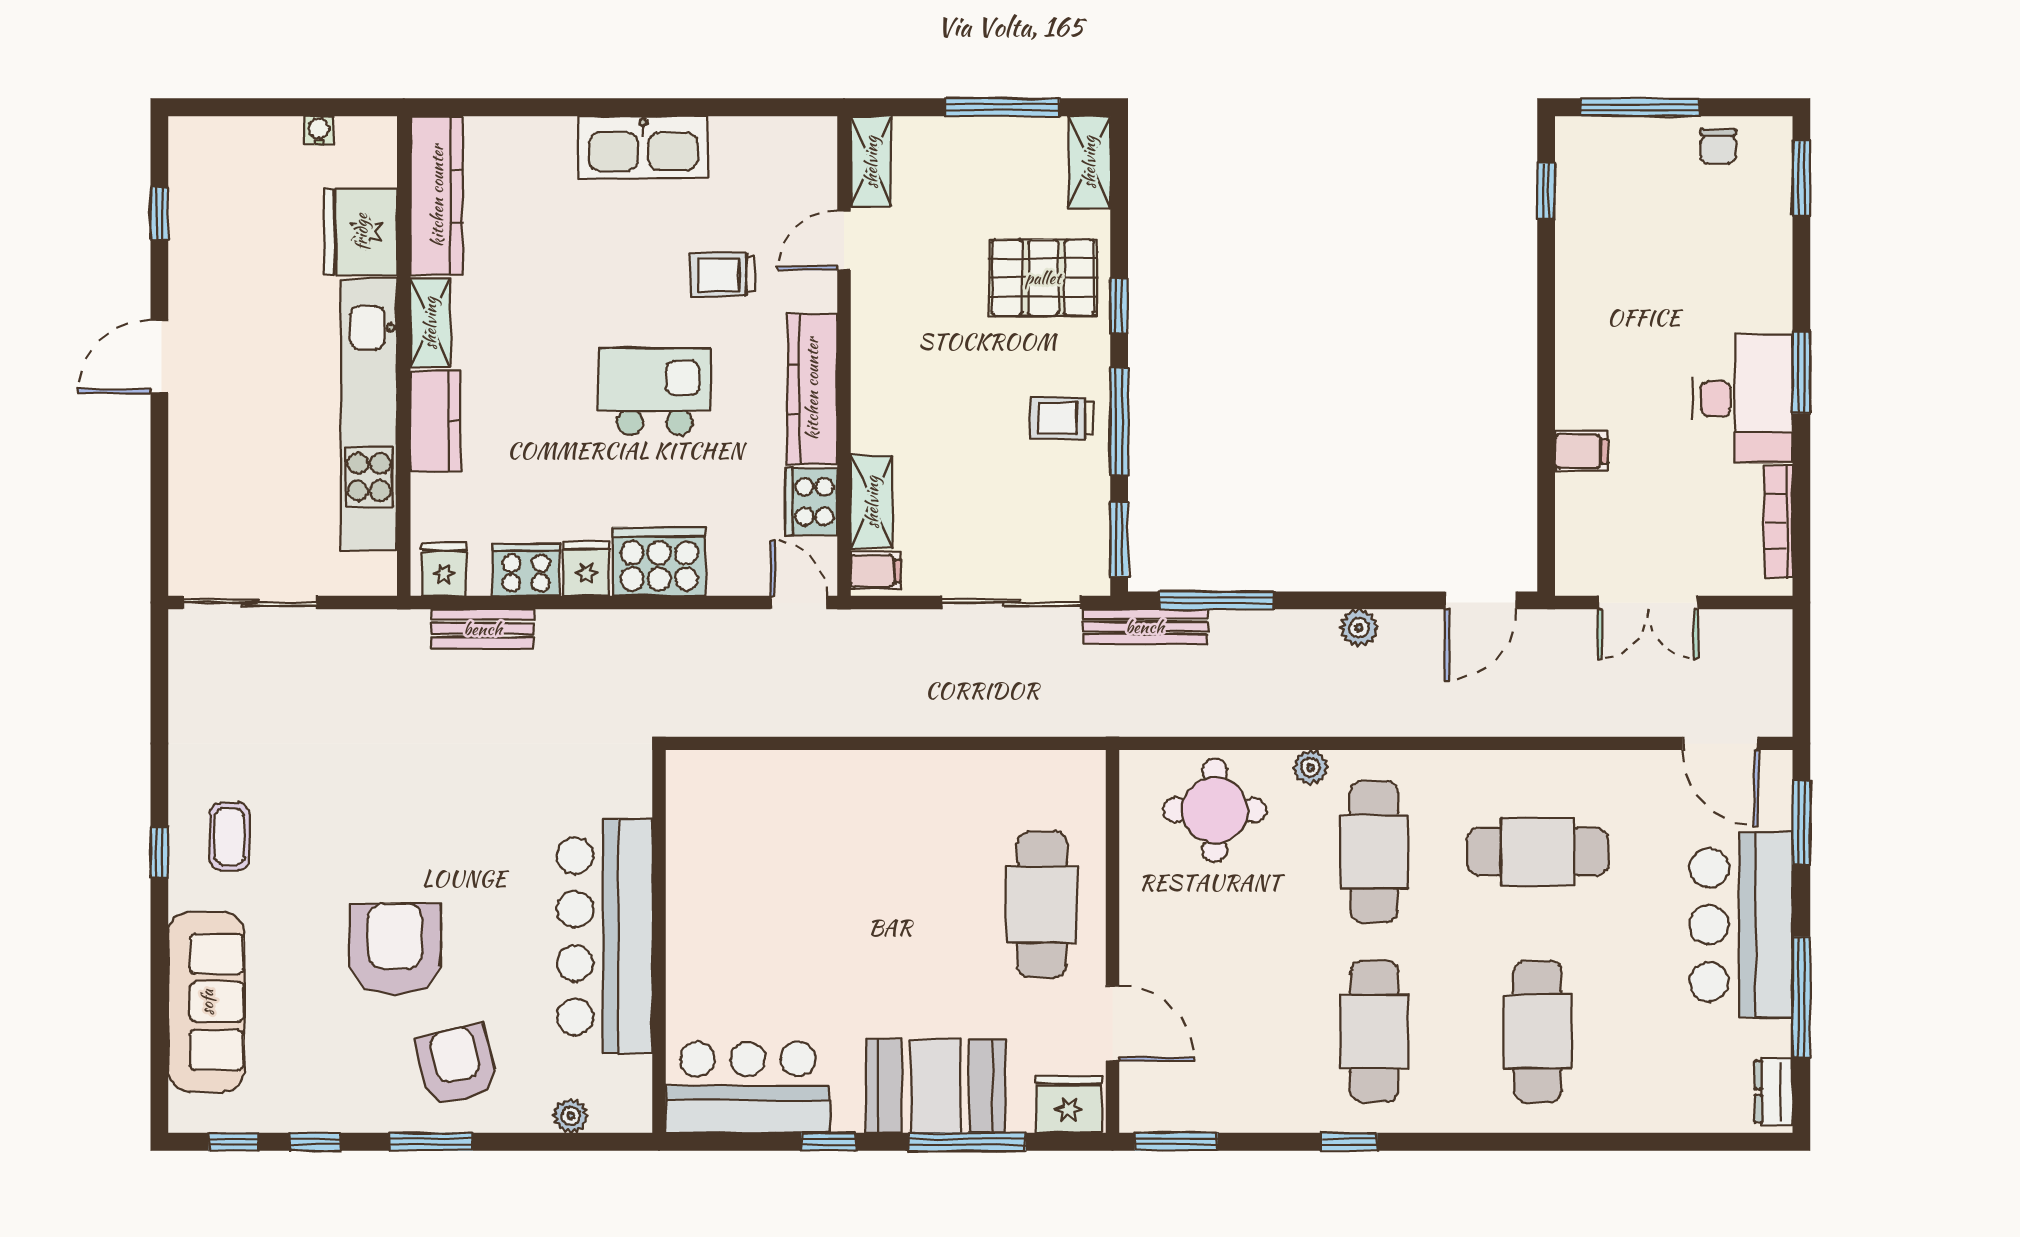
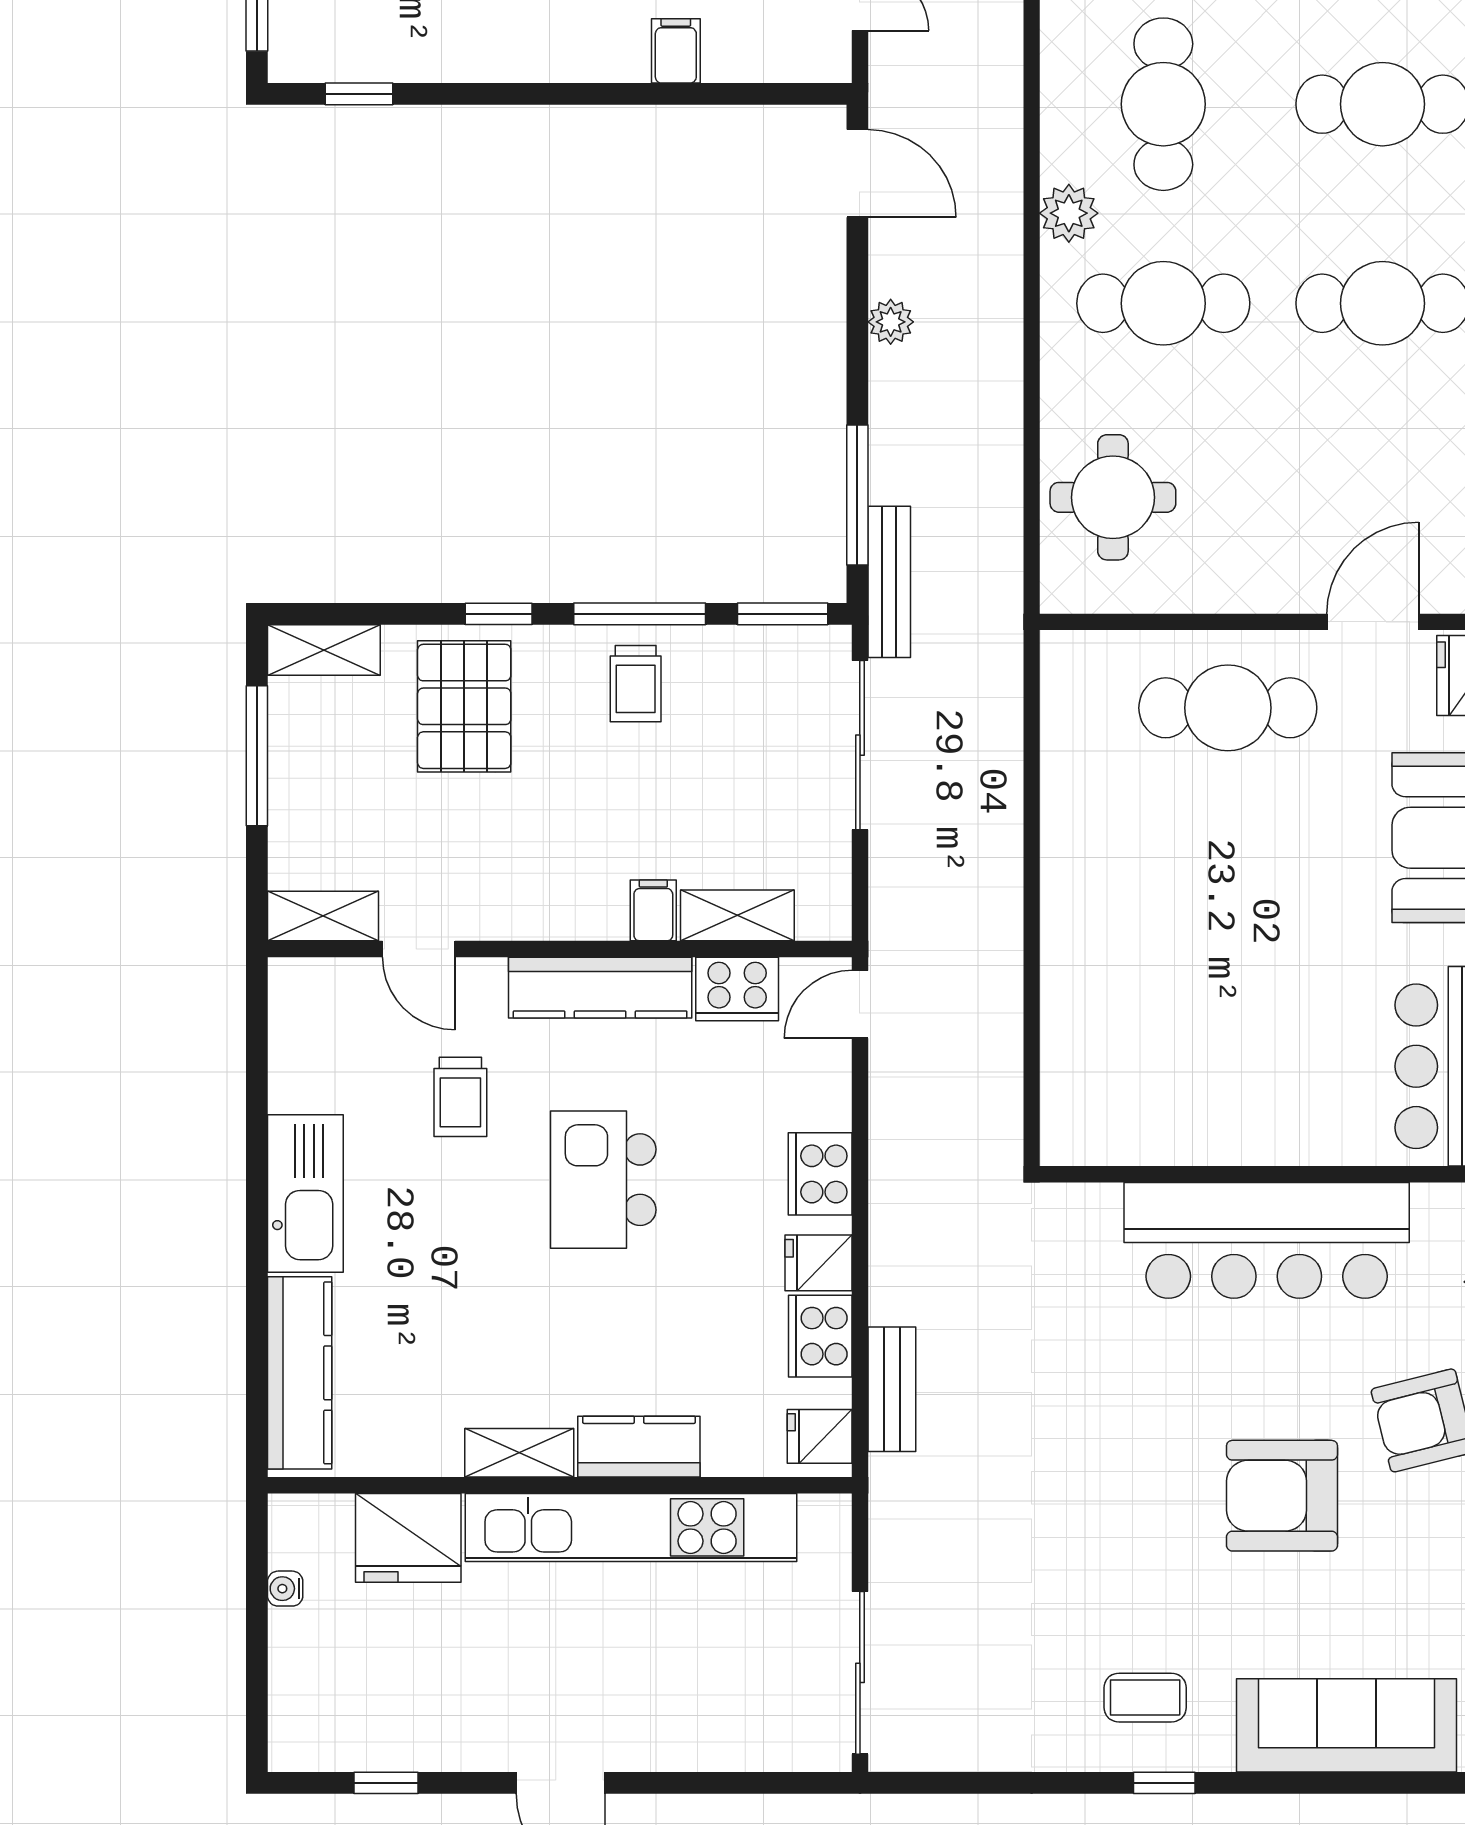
kitchen counter: (437, 196) -> (300, 1373), moved, turned 90
cooker: (659, 562) -> (820, 1174), width x0.73, depth x0.76
filing cabinet: (876, 571) -> (653, 910), moved
plant: (1310, 767) -> (1069, 213), moved, width x1.38, depth x1.38

